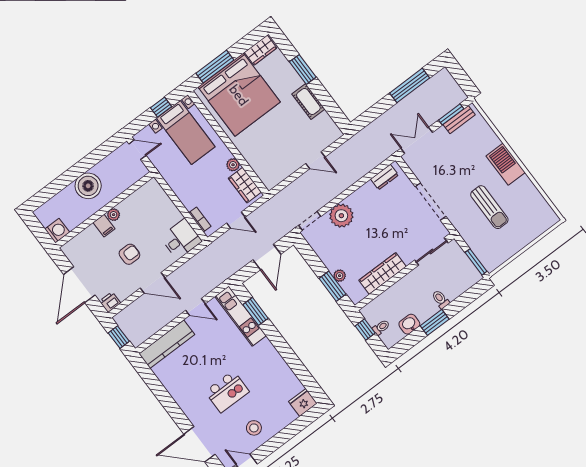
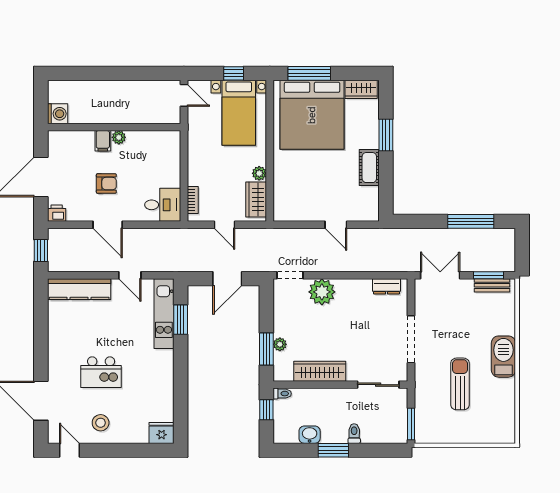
boiler: (88, 186) -> (115, 94), removed
sun lounger: (489, 207) -> (460, 384), turned 180
toilet: (381, 327) -> (282, 394), moved

